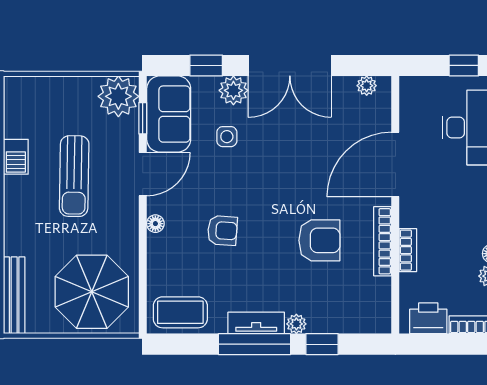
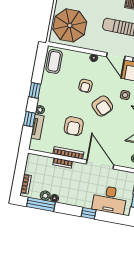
armchair: (262, 184) -> (102, 106), added
printer: (428, 318) -> (32, 166), removed
tv unit: (256, 323) -> (37, 127), moved
window: (254, 344) -> (35, 90), width x0.46

